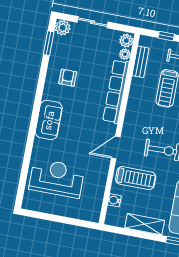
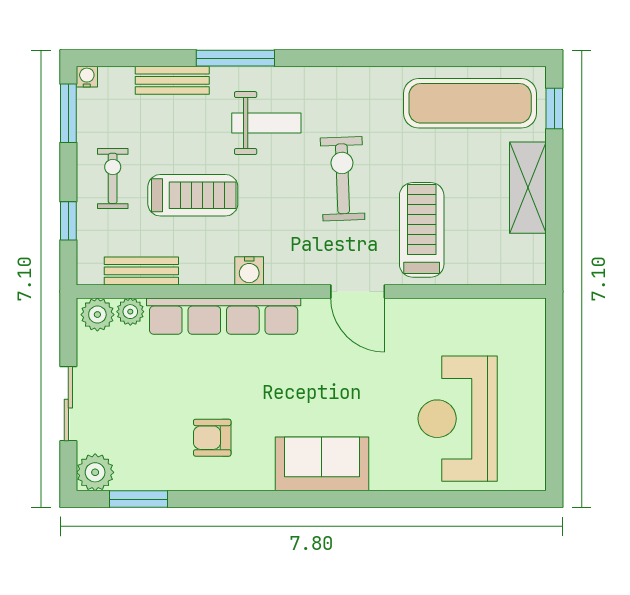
water cooler: (114, 200) -> (249, 271), moved

